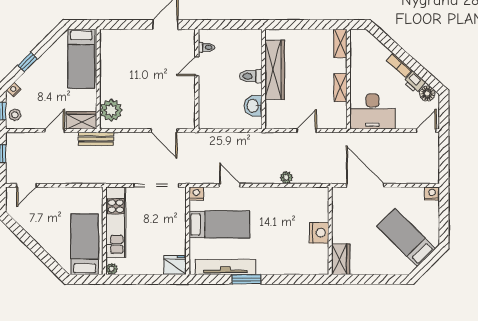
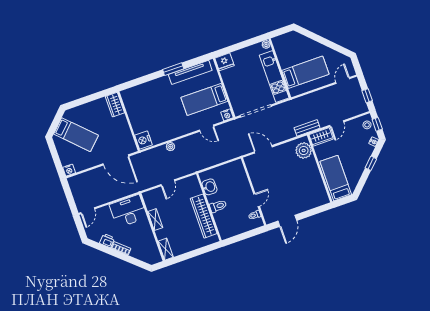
floor lamp: (427, 94) -> (96, 236), removed
nightstand: (319, 233) -> (143, 140), moved
bed: (85, 244) -> (305, 72), moved, turned -90

